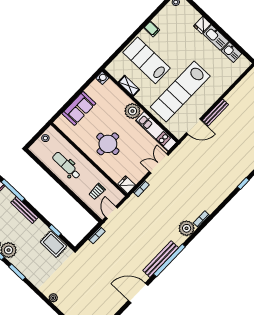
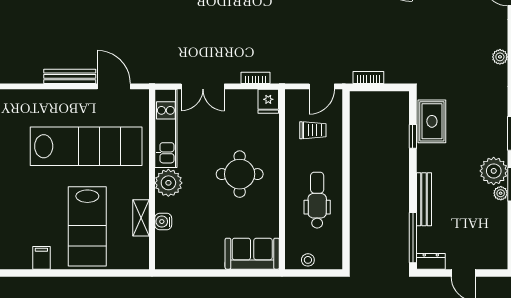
water cooler: (102, 78) -> (163, 222), moved
sofa: (79, 108) -> (252, 254), moved
dental chair: (66, 166) -> (317, 200), turned 180

